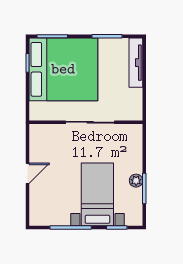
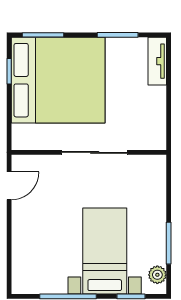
tv unit: (136, 63) -> (157, 61), width x0.71
door: (28, 173) -> (9, 186), moved
plant: (136, 181) -> (157, 275), moved

